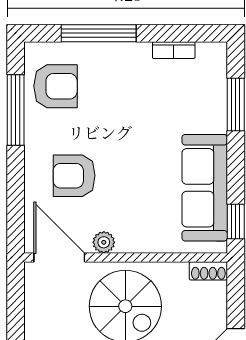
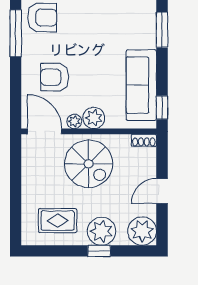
plant: (133, 237) -> (94, 118), added

